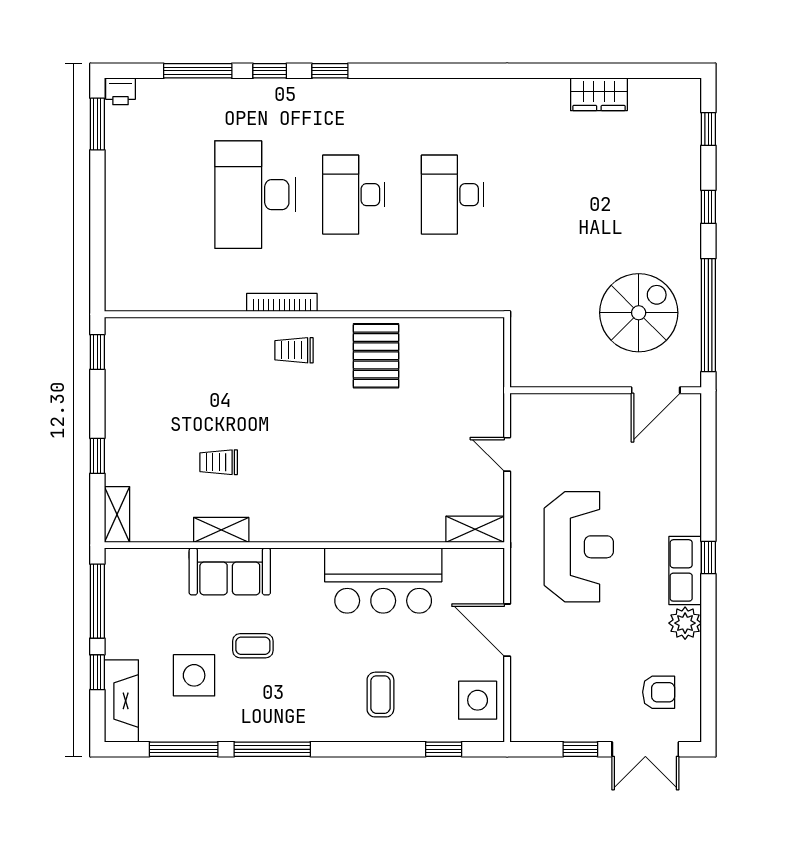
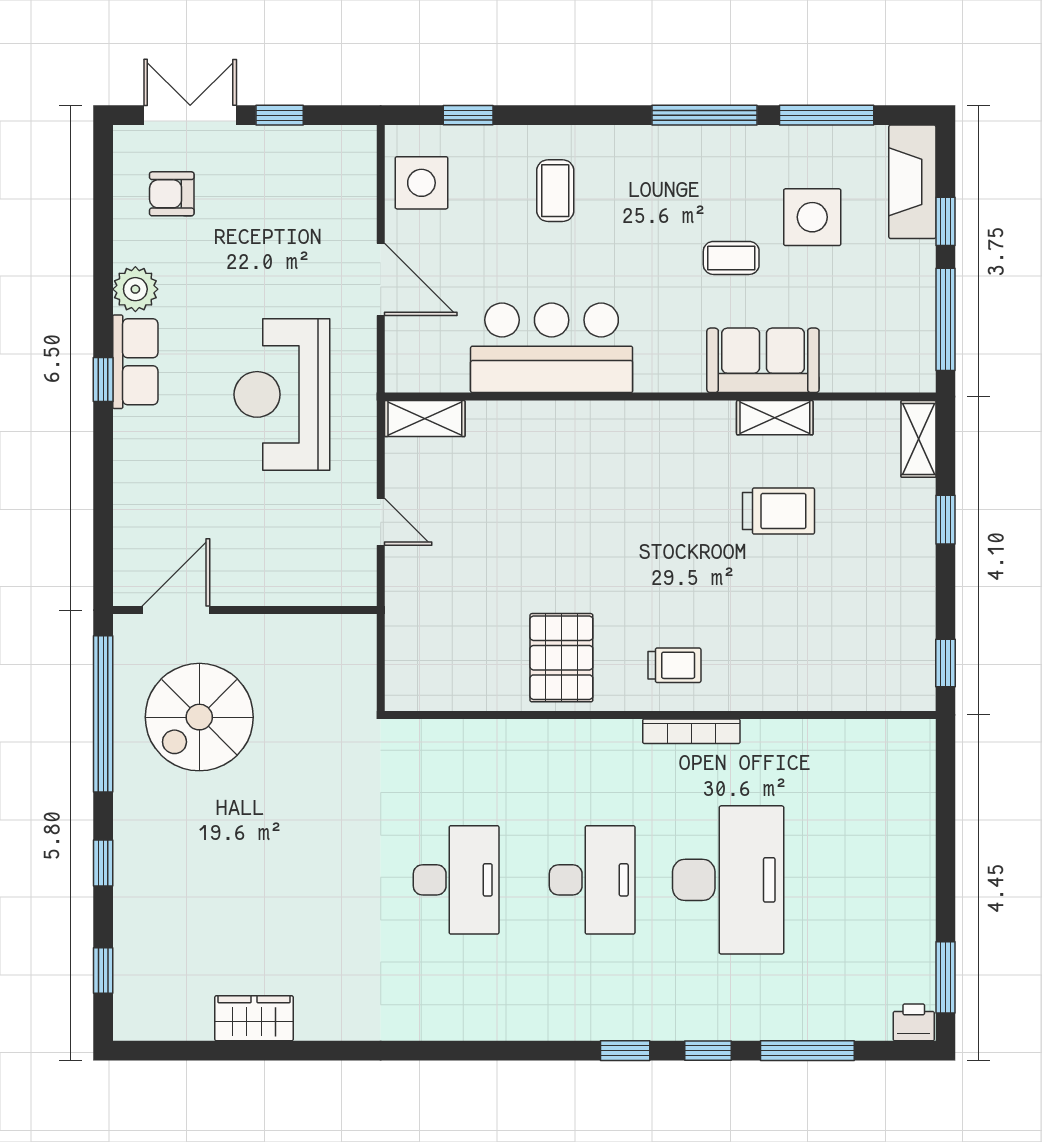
trolley: (219, 462) -> (778, 511), width x1.36, depth x1.39

